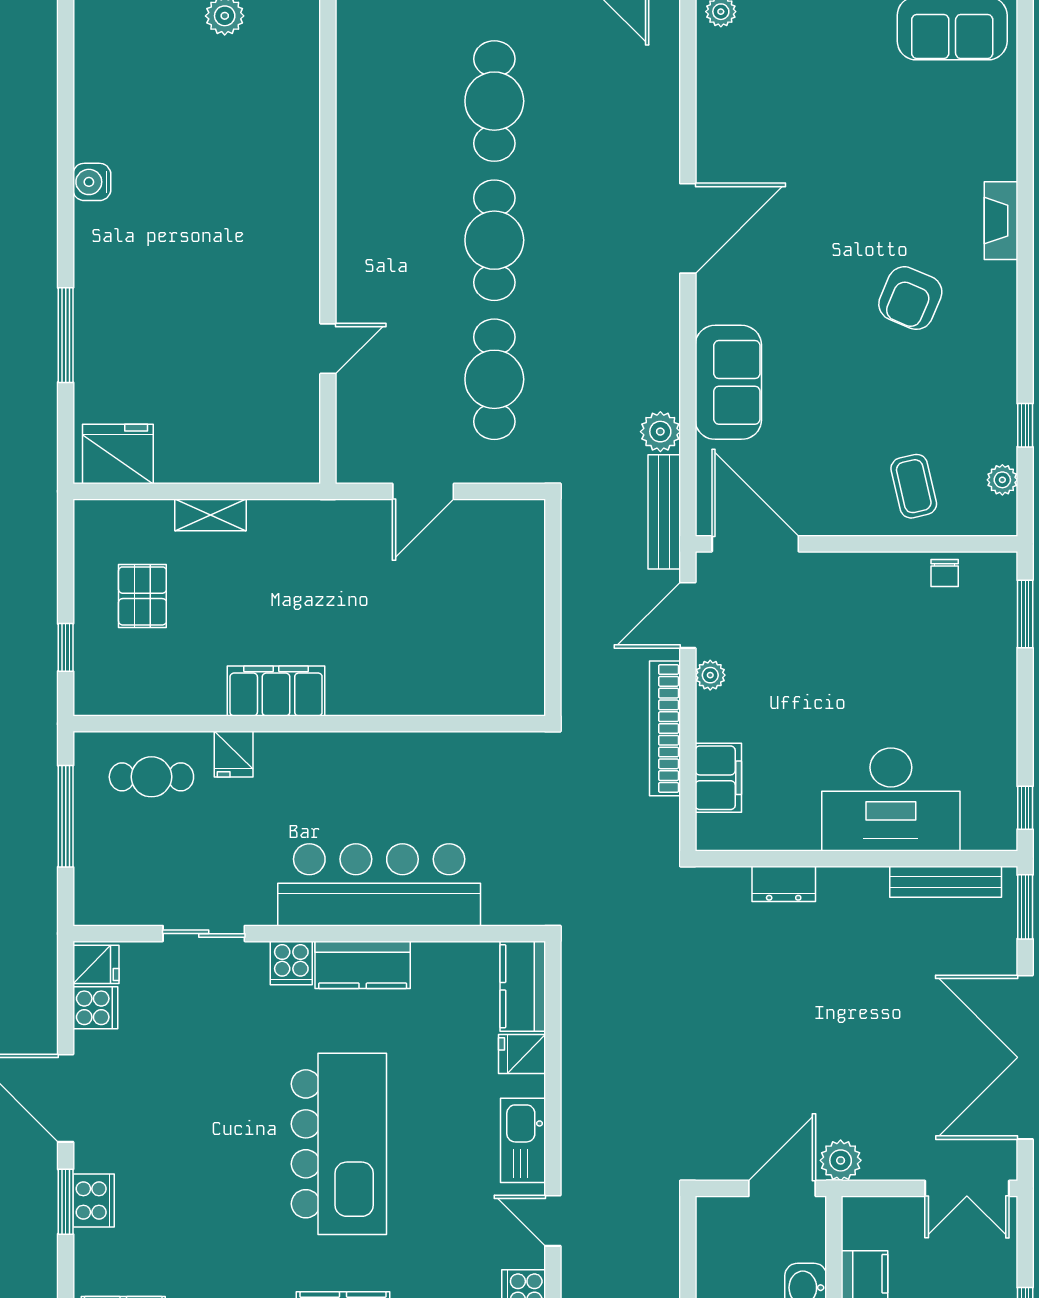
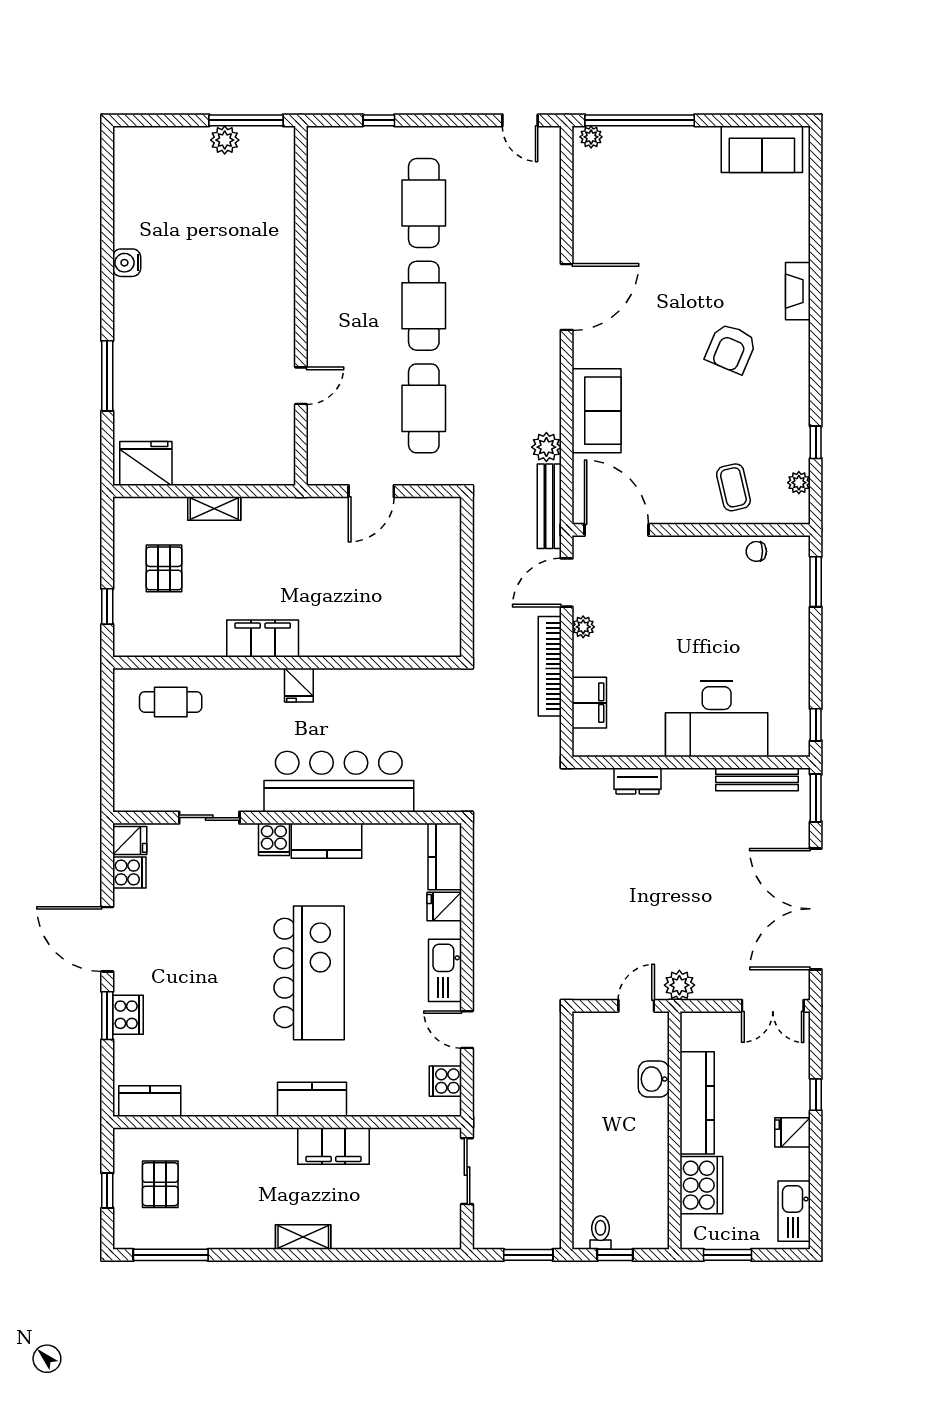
chair: (945, 573) -> (756, 551), turned 90
fridge: (234, 754) -> (299, 685), moved
window: (66, 816) -> (107, 731), removed
door: (782, 1188) -> (636, 1006), width x0.73

